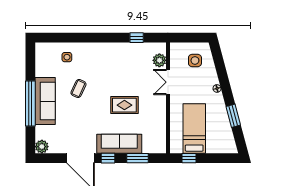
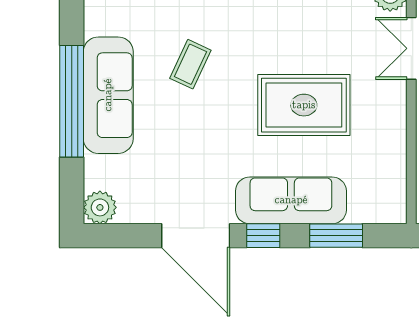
rug: (124, 105) -> (304, 105), width x1.36, depth x1.43

